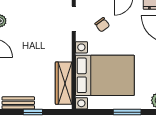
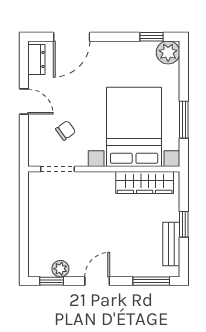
window: (127, 112) -> (184, 120), moved

